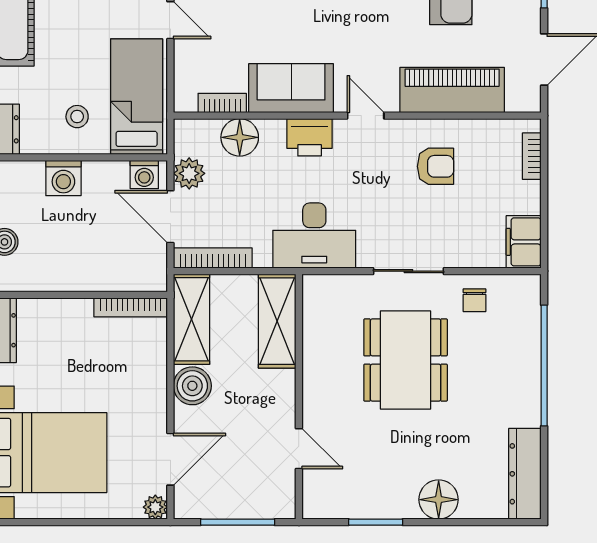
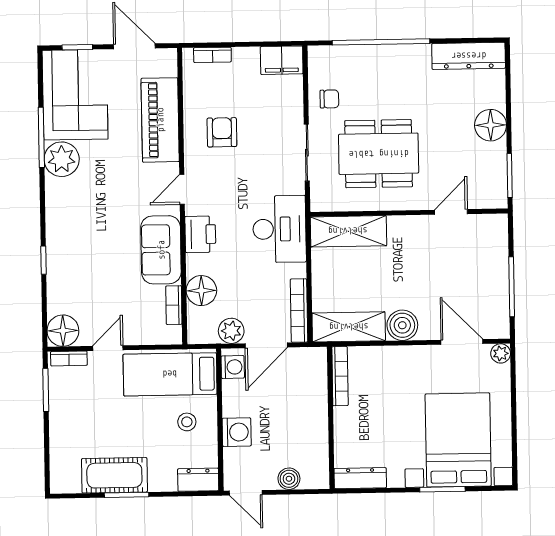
shelving: (277, 321) -> (348, 231), moved
wall: (299, 397) -> (409, 213), moved
door: (299, 449) -> (451, 212), moved

